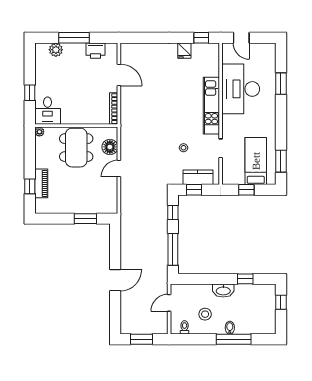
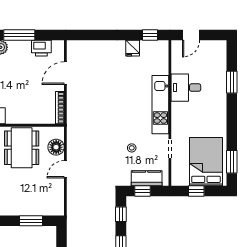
door: (241, 38) -> (191, 35), hinge flipped
door: (119, 75) -> (65, 73), swing flipped
desk: (241, 89) -> (186, 88), width x0.53, depth x0.77
bed: (256, 161) -> (206, 162), width x1.50

